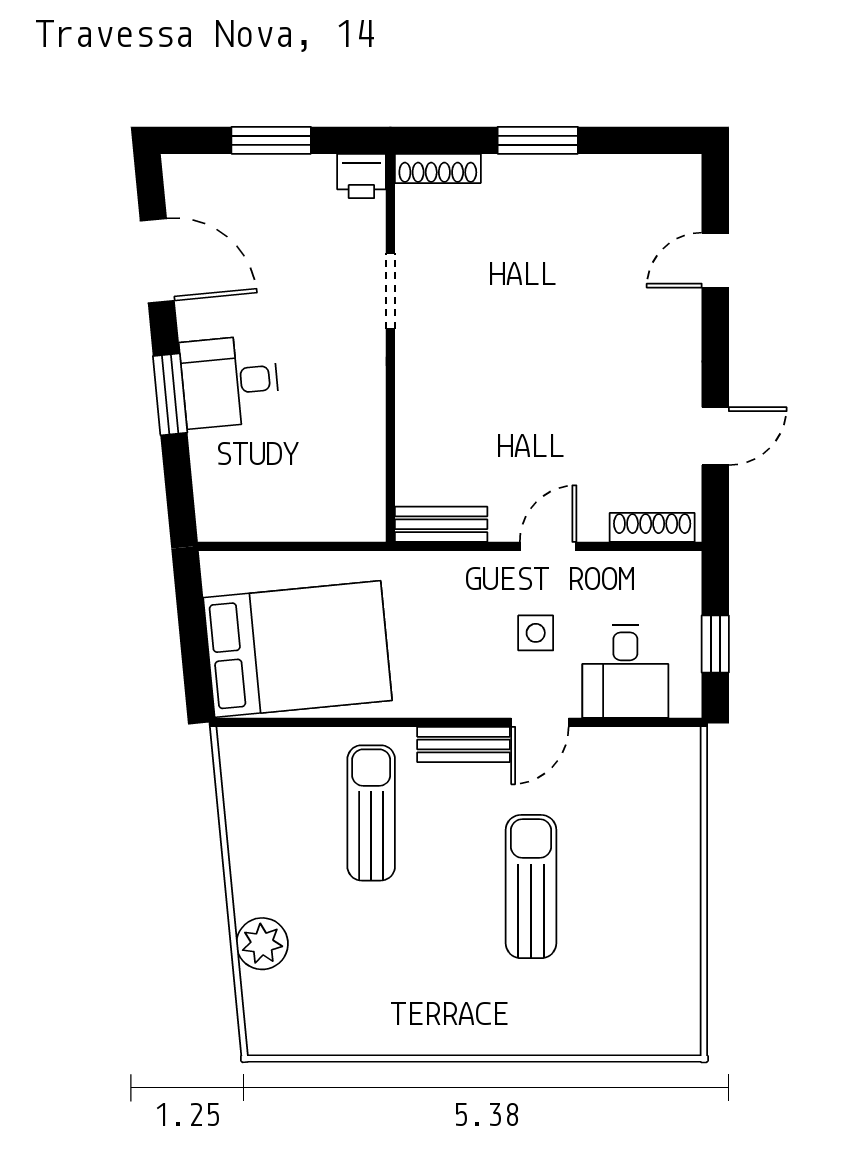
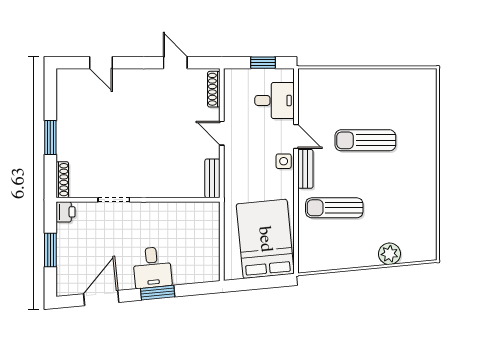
side table: (536, 633) -> (284, 161), moved

